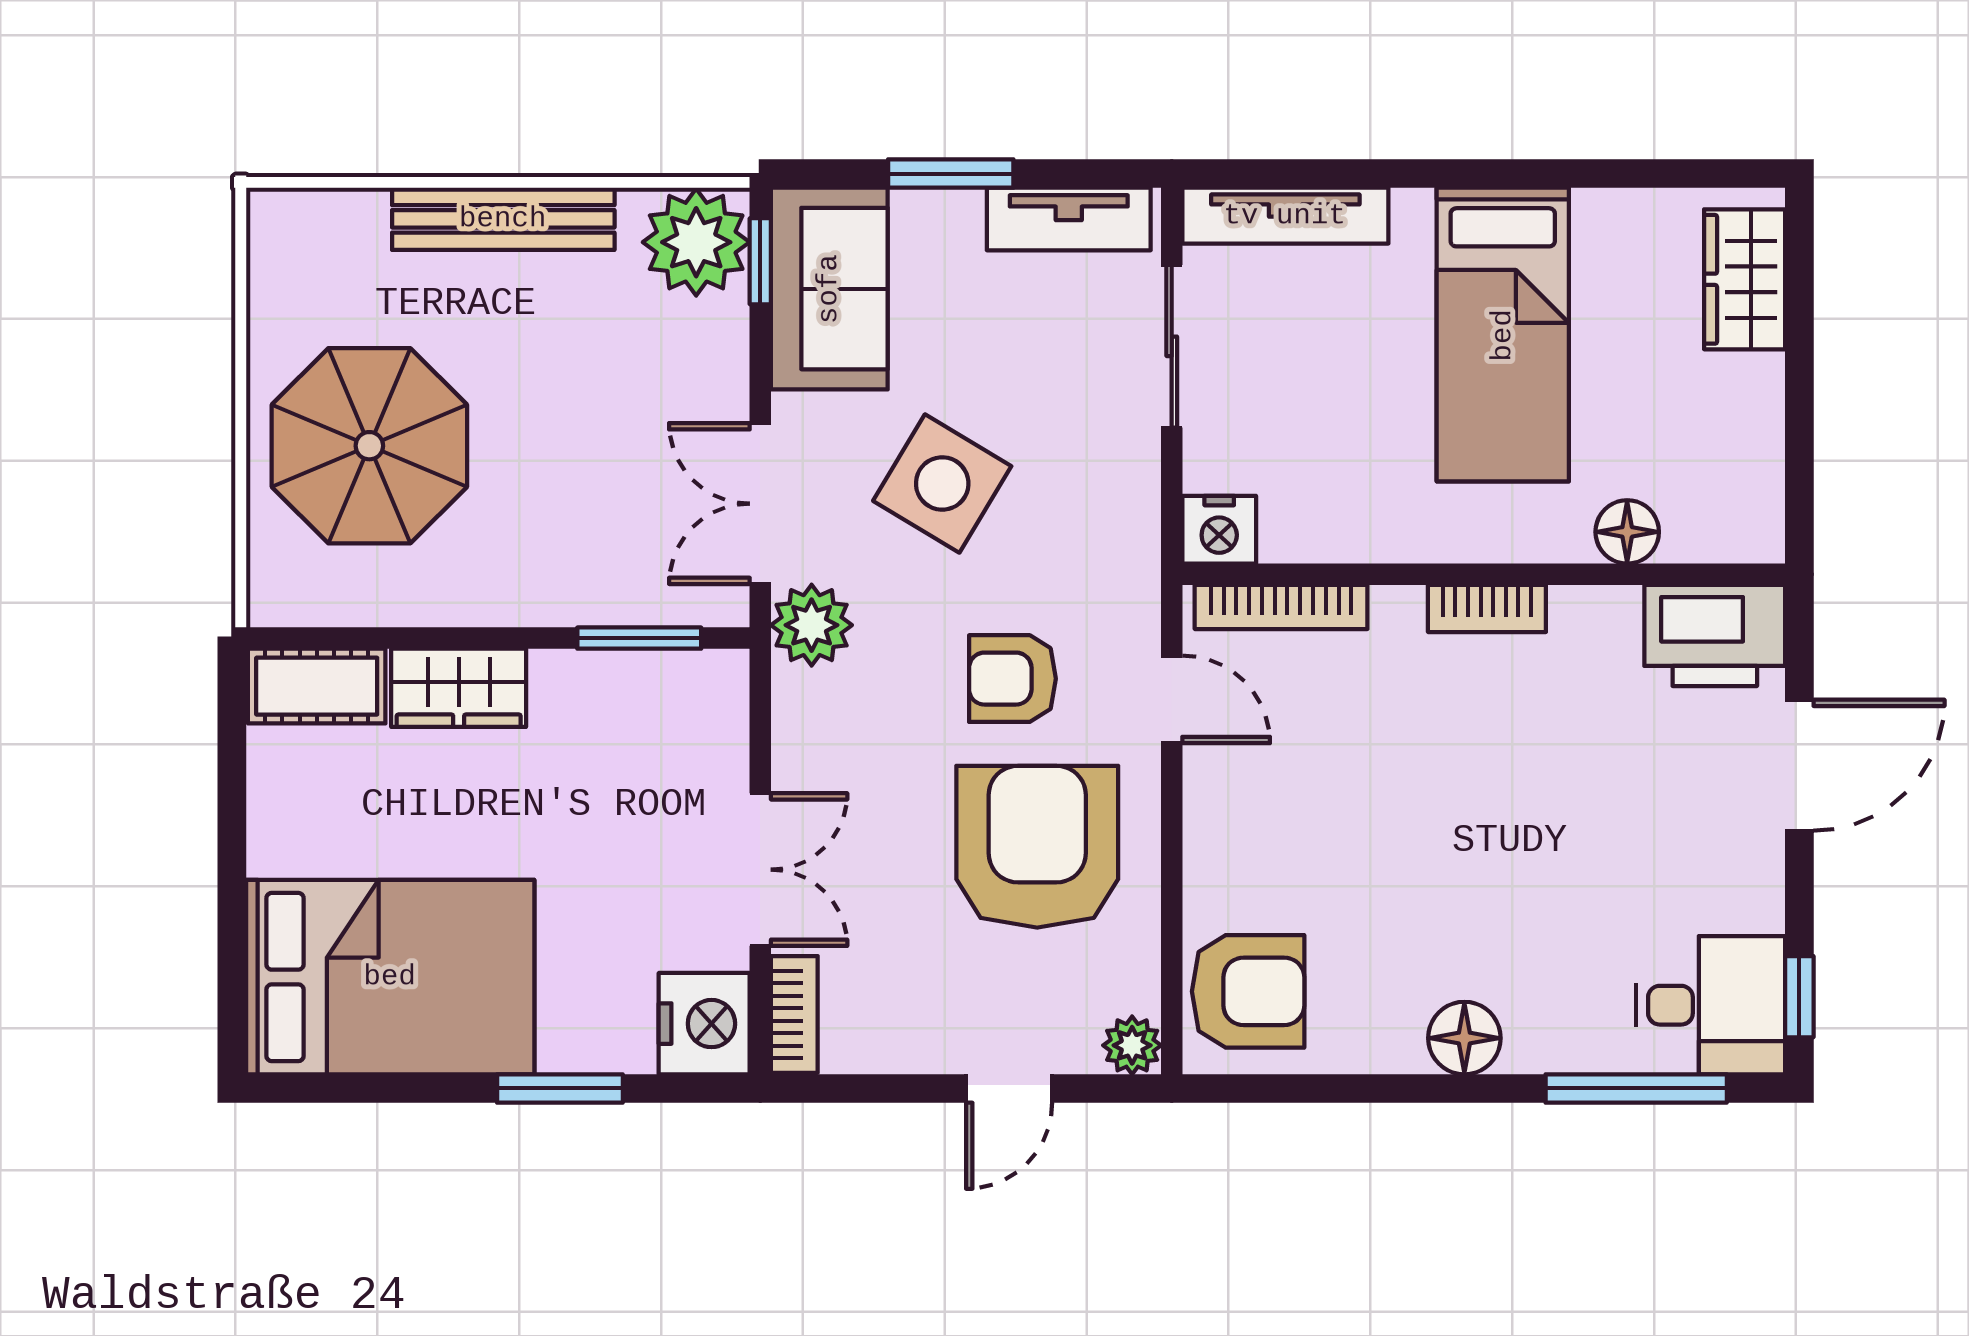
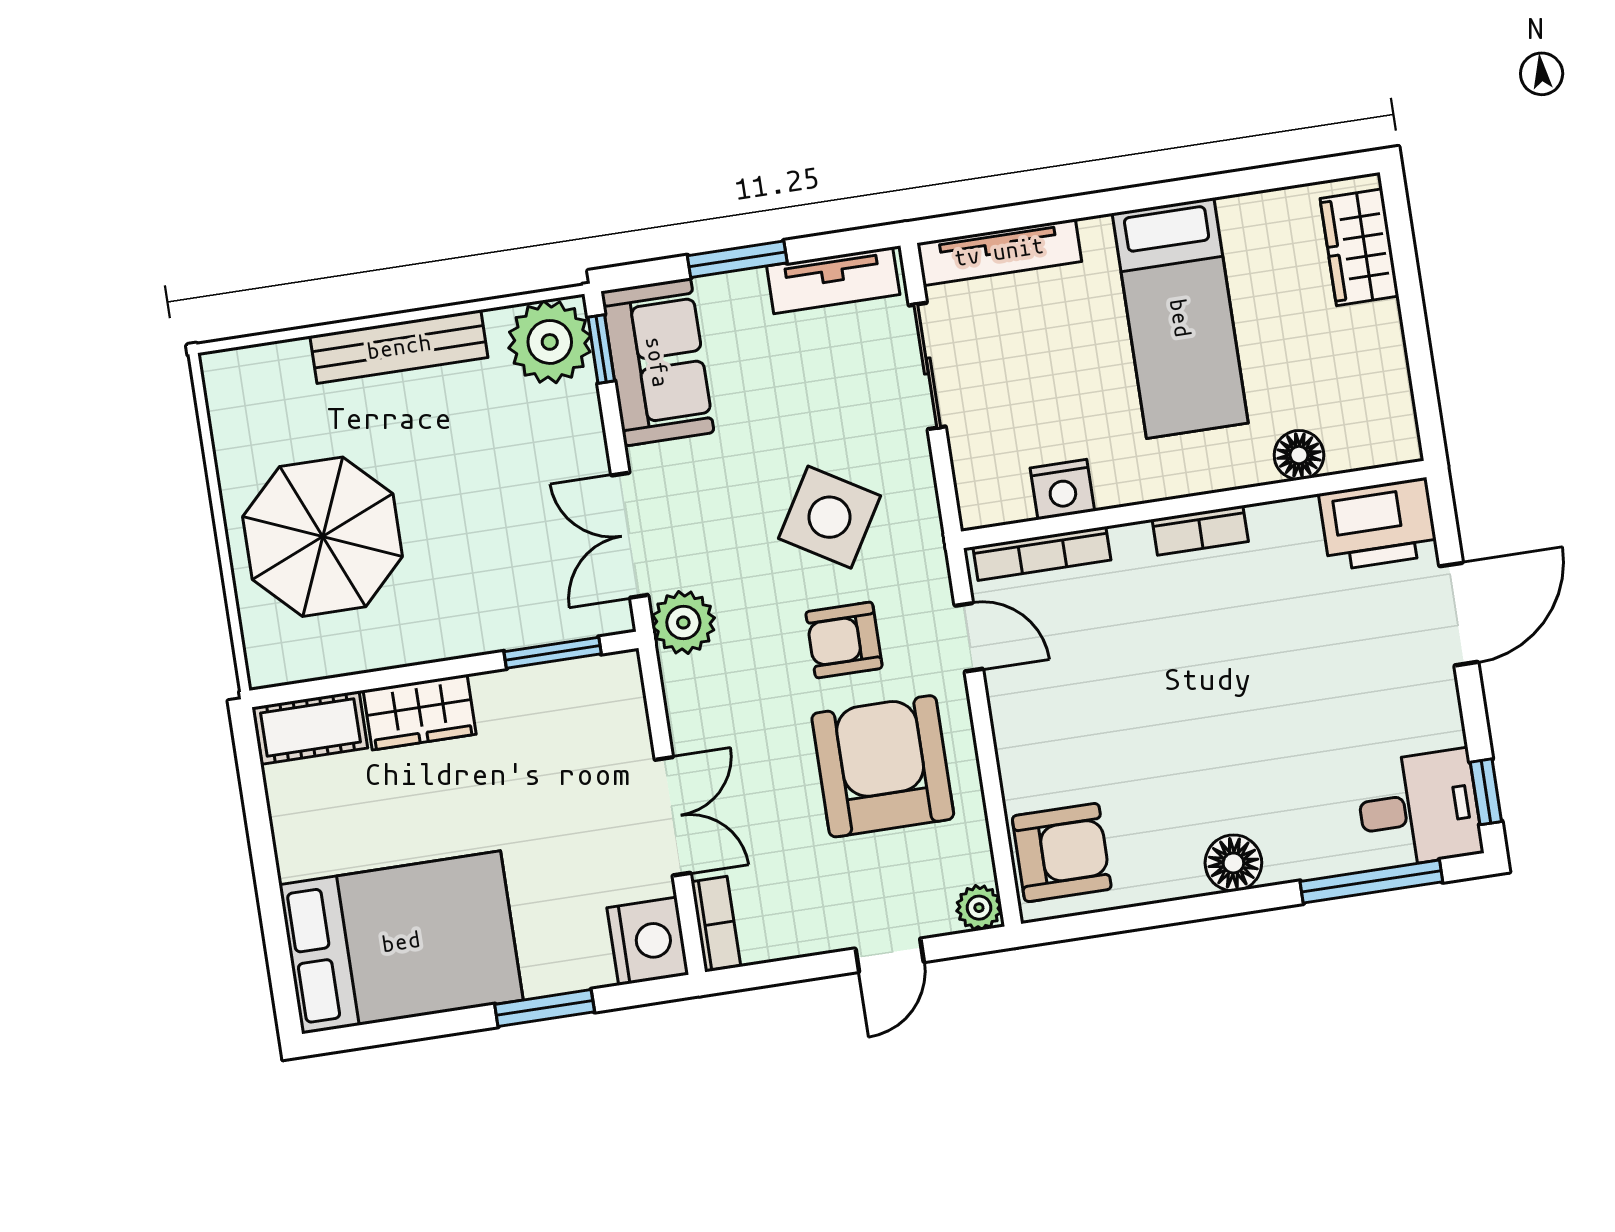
side table: (942, 483) -> (829, 517), moved
nightstand: (1219, 530) -> (1062, 490), moved

